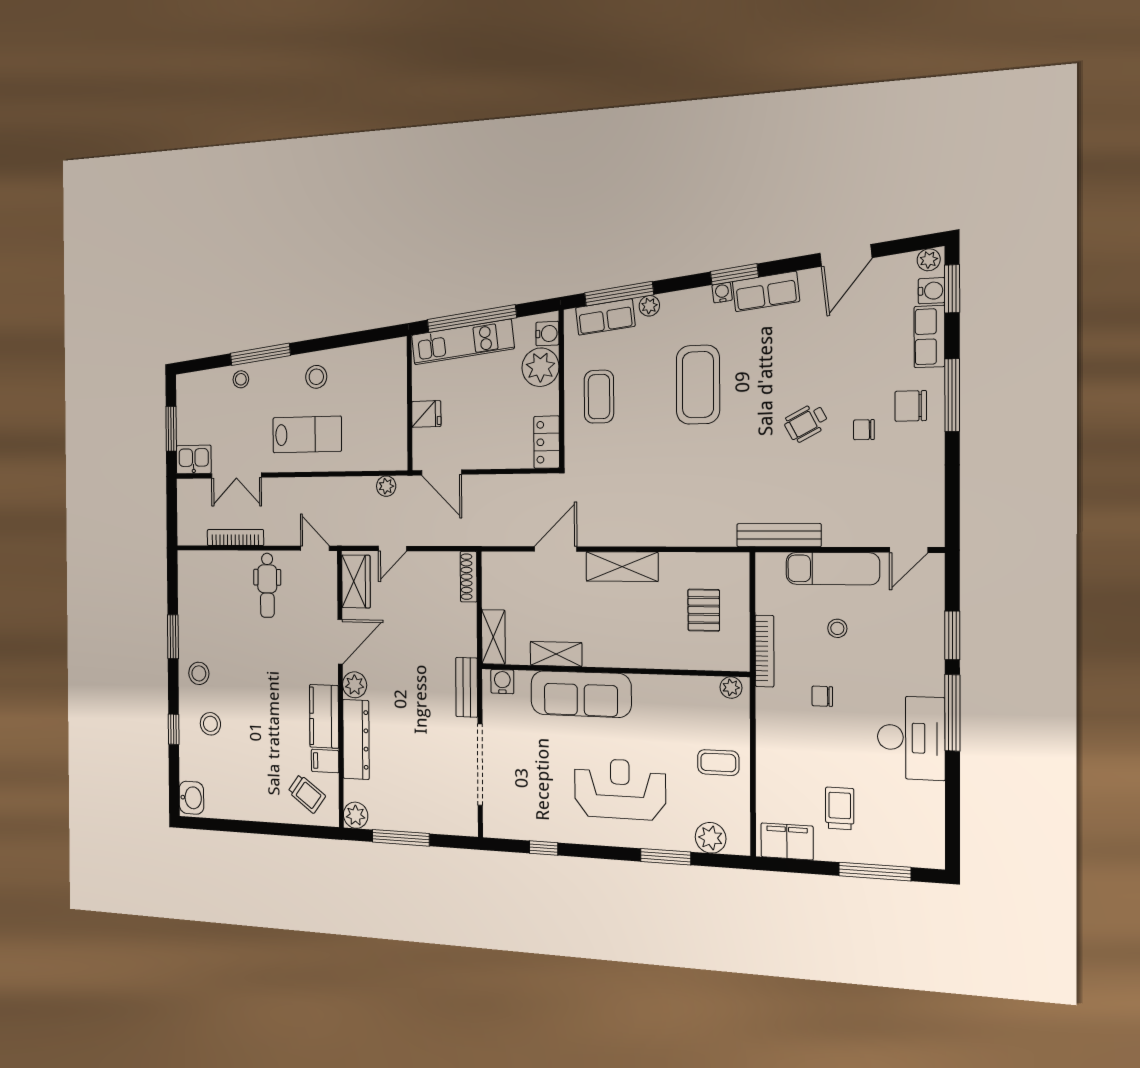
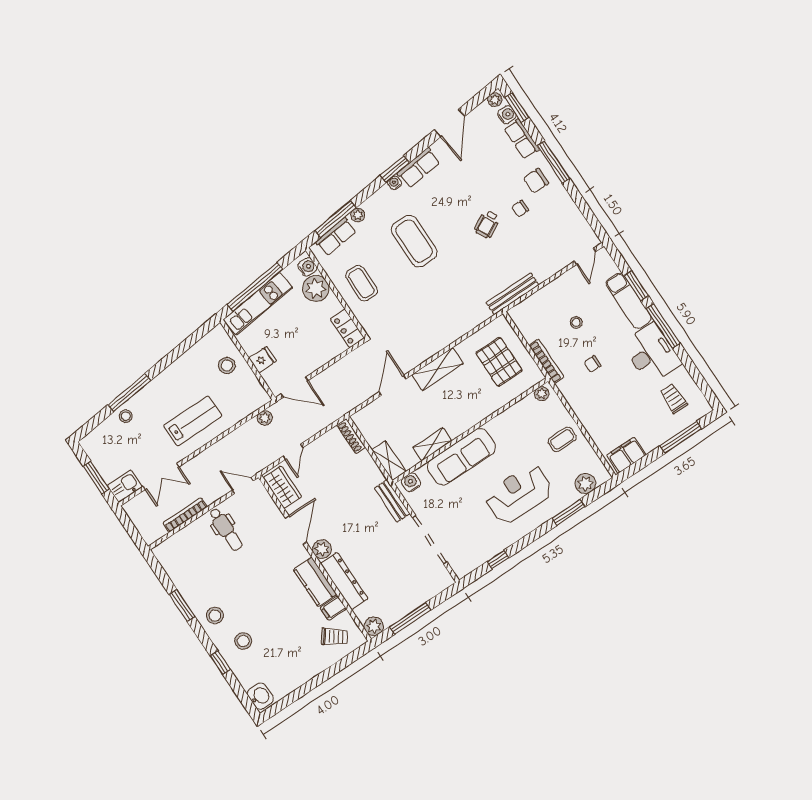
stool: (316, 377) -> (227, 365), moved
exam couch: (833, 569) -> (629, 301), moved, turned 90
pallet: (704, 610) -> (499, 362), width x1.50, depth x1.42
trolley: (840, 808) -> (674, 398), moved

